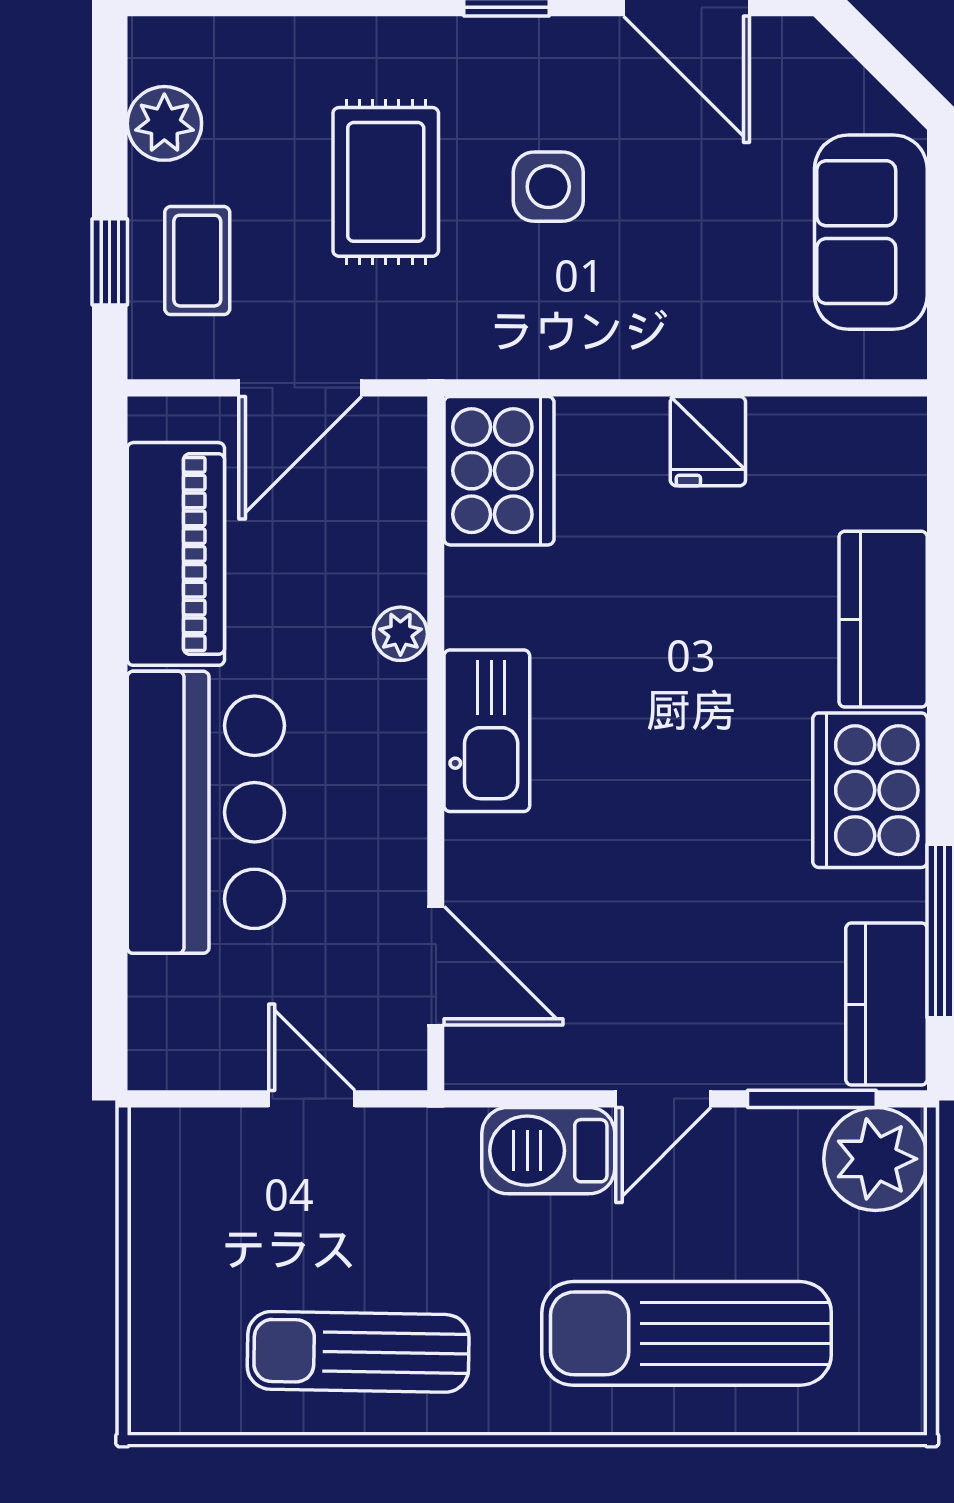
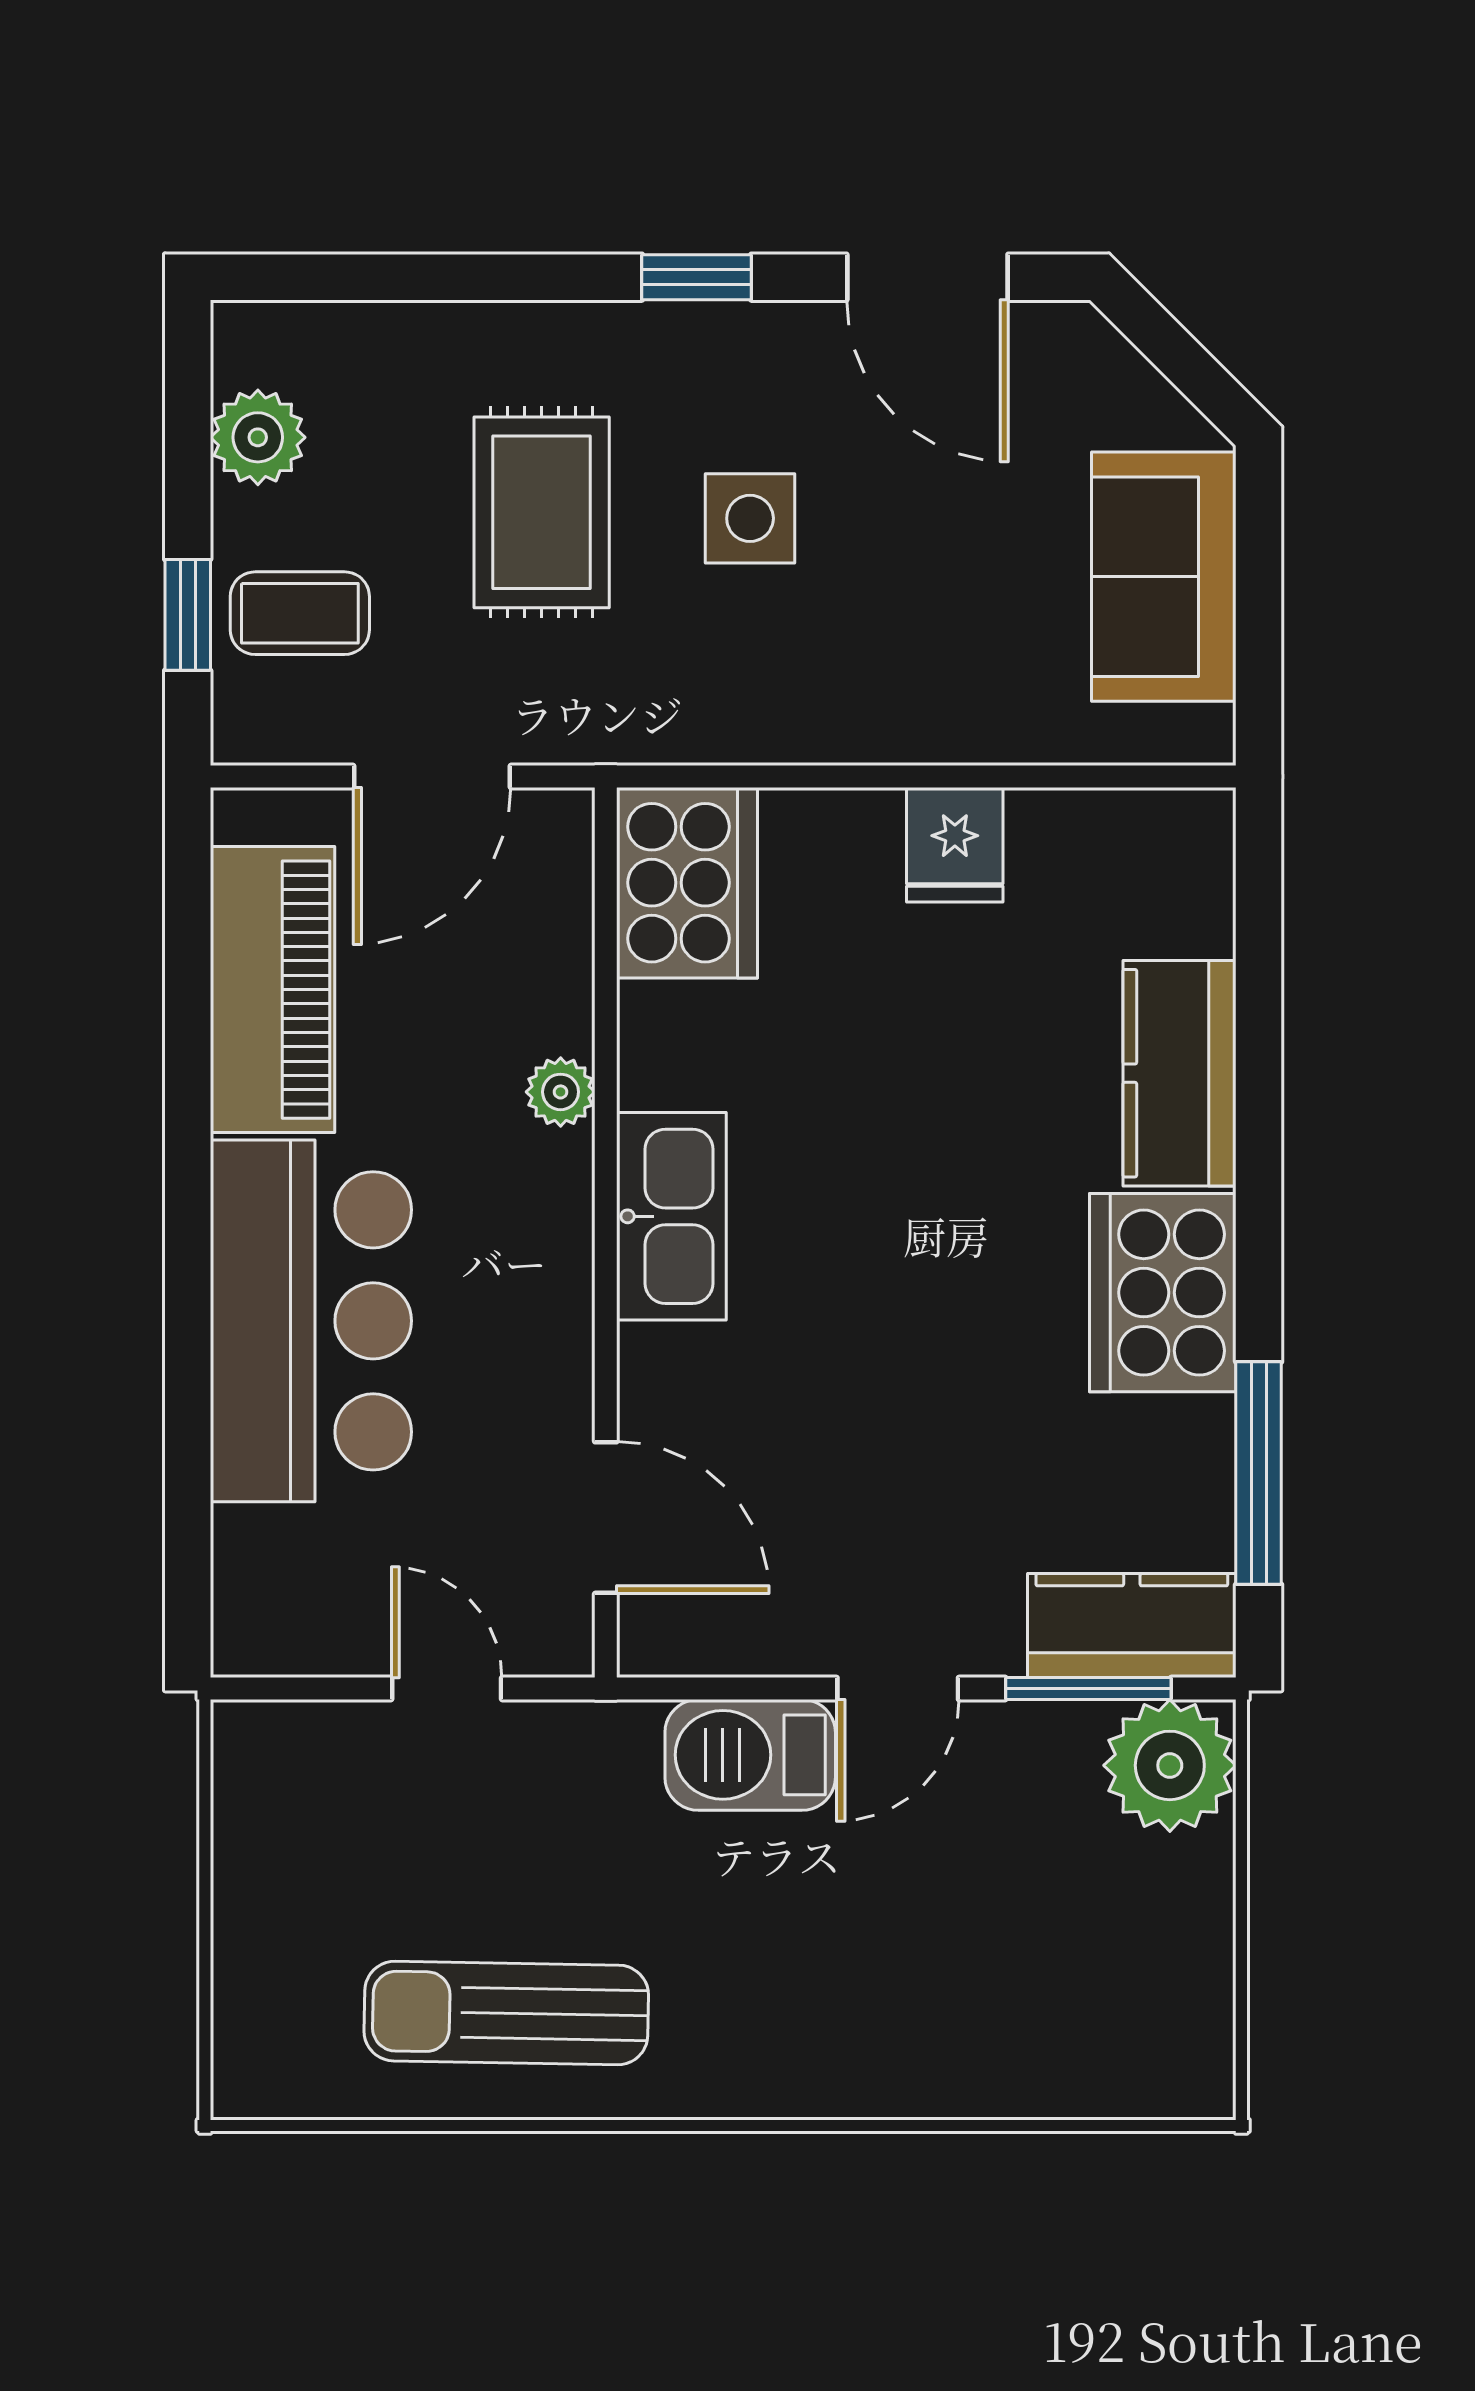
coffee table: (197, 261) -> (300, 613), turned 90
kitchen counter: (887, 1004) -> (1132, 1626), moved, turned 90
sun lounger: (687, 1333) -> (927, 1989), removed

